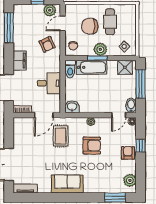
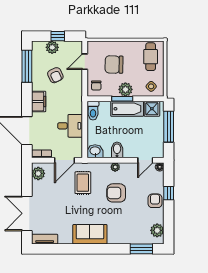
plant: (50, 10) -> (52, 47), moved
cafe table: (110, 22) -> (151, 57), moved
armchair: (47, 44) -> (55, 75), moved
bathtub: (92, 67) -> (127, 109), moved
bidet: (131, 105) -> (117, 150), moved
plant: (19, 127) -> (38, 173), added
armchair: (92, 146) -> (116, 193), turned 180

